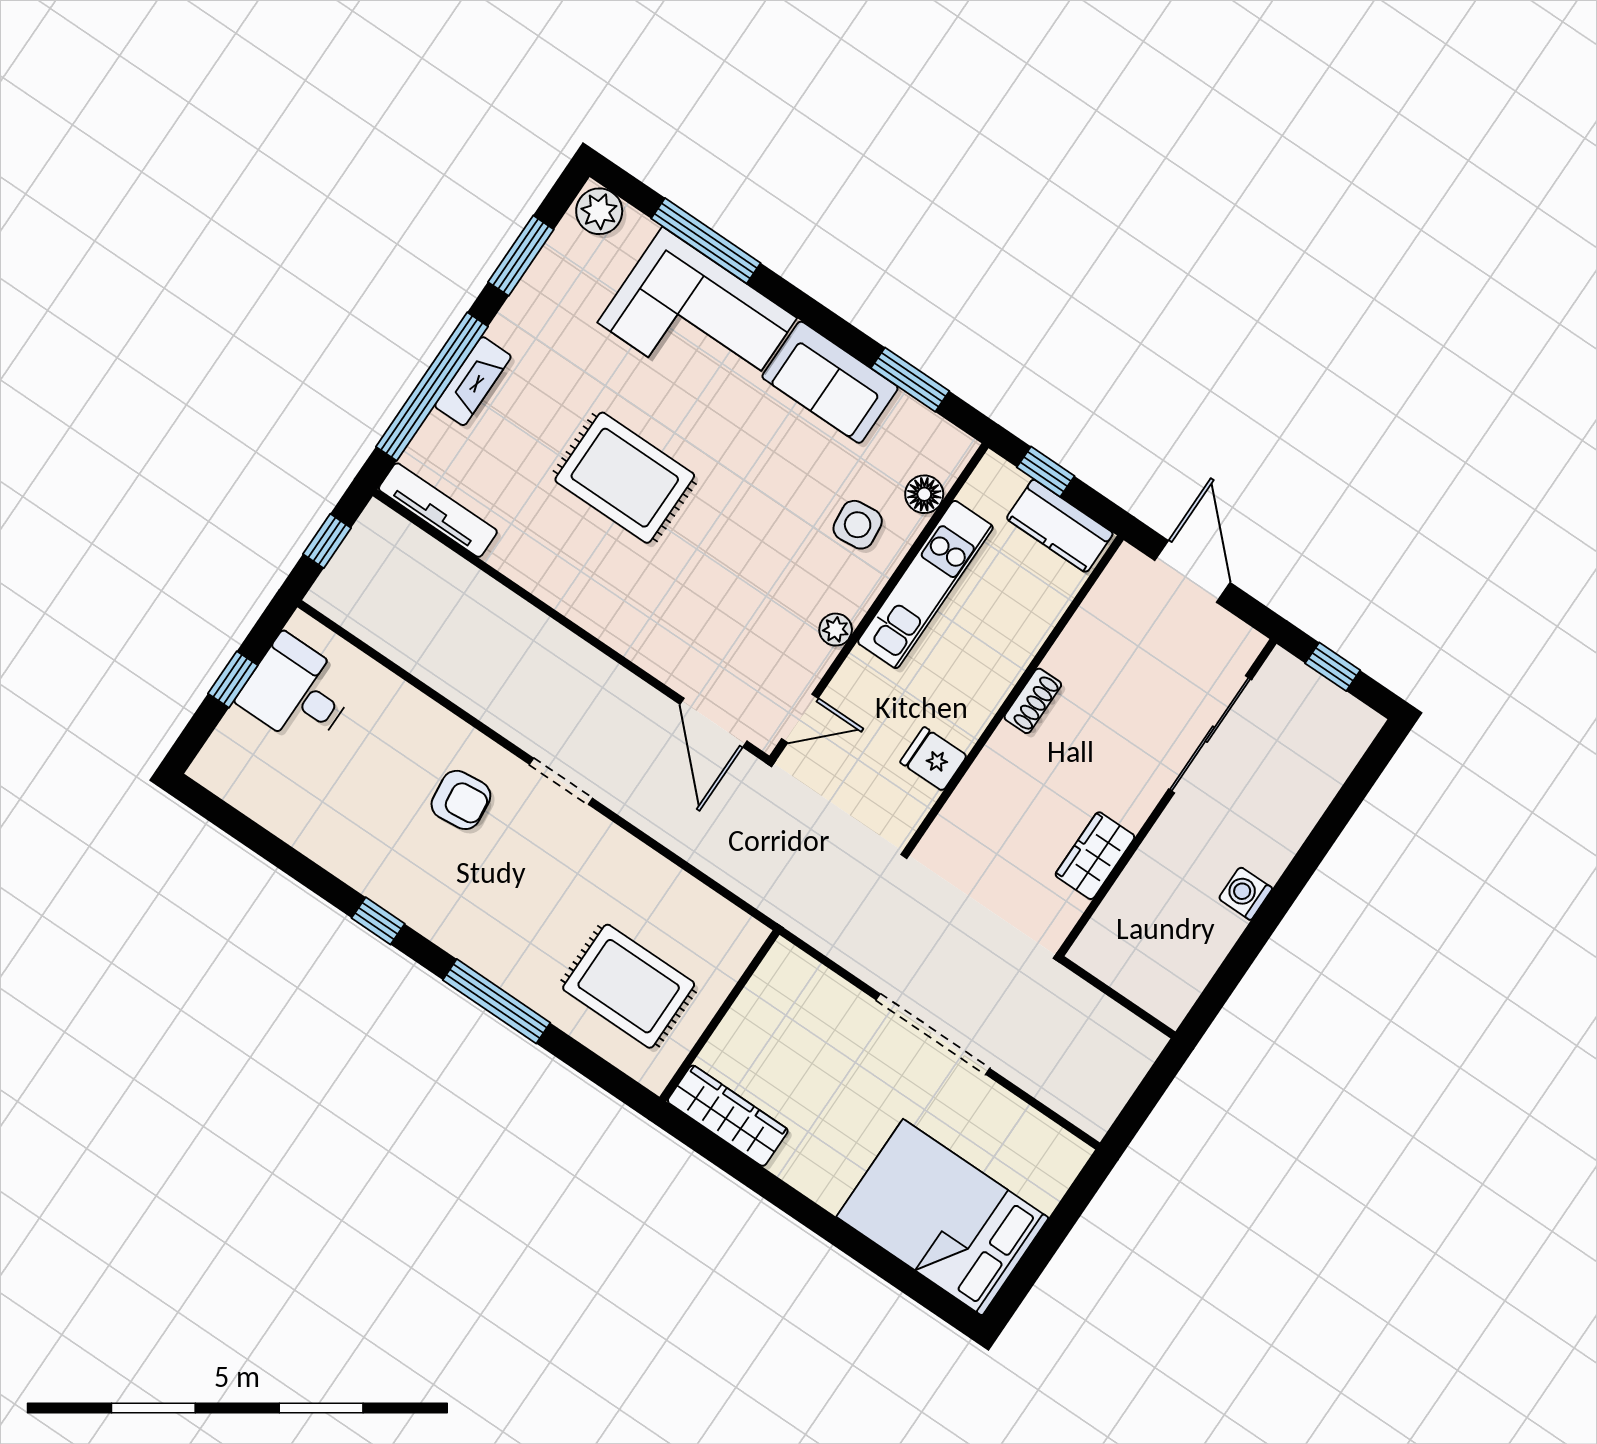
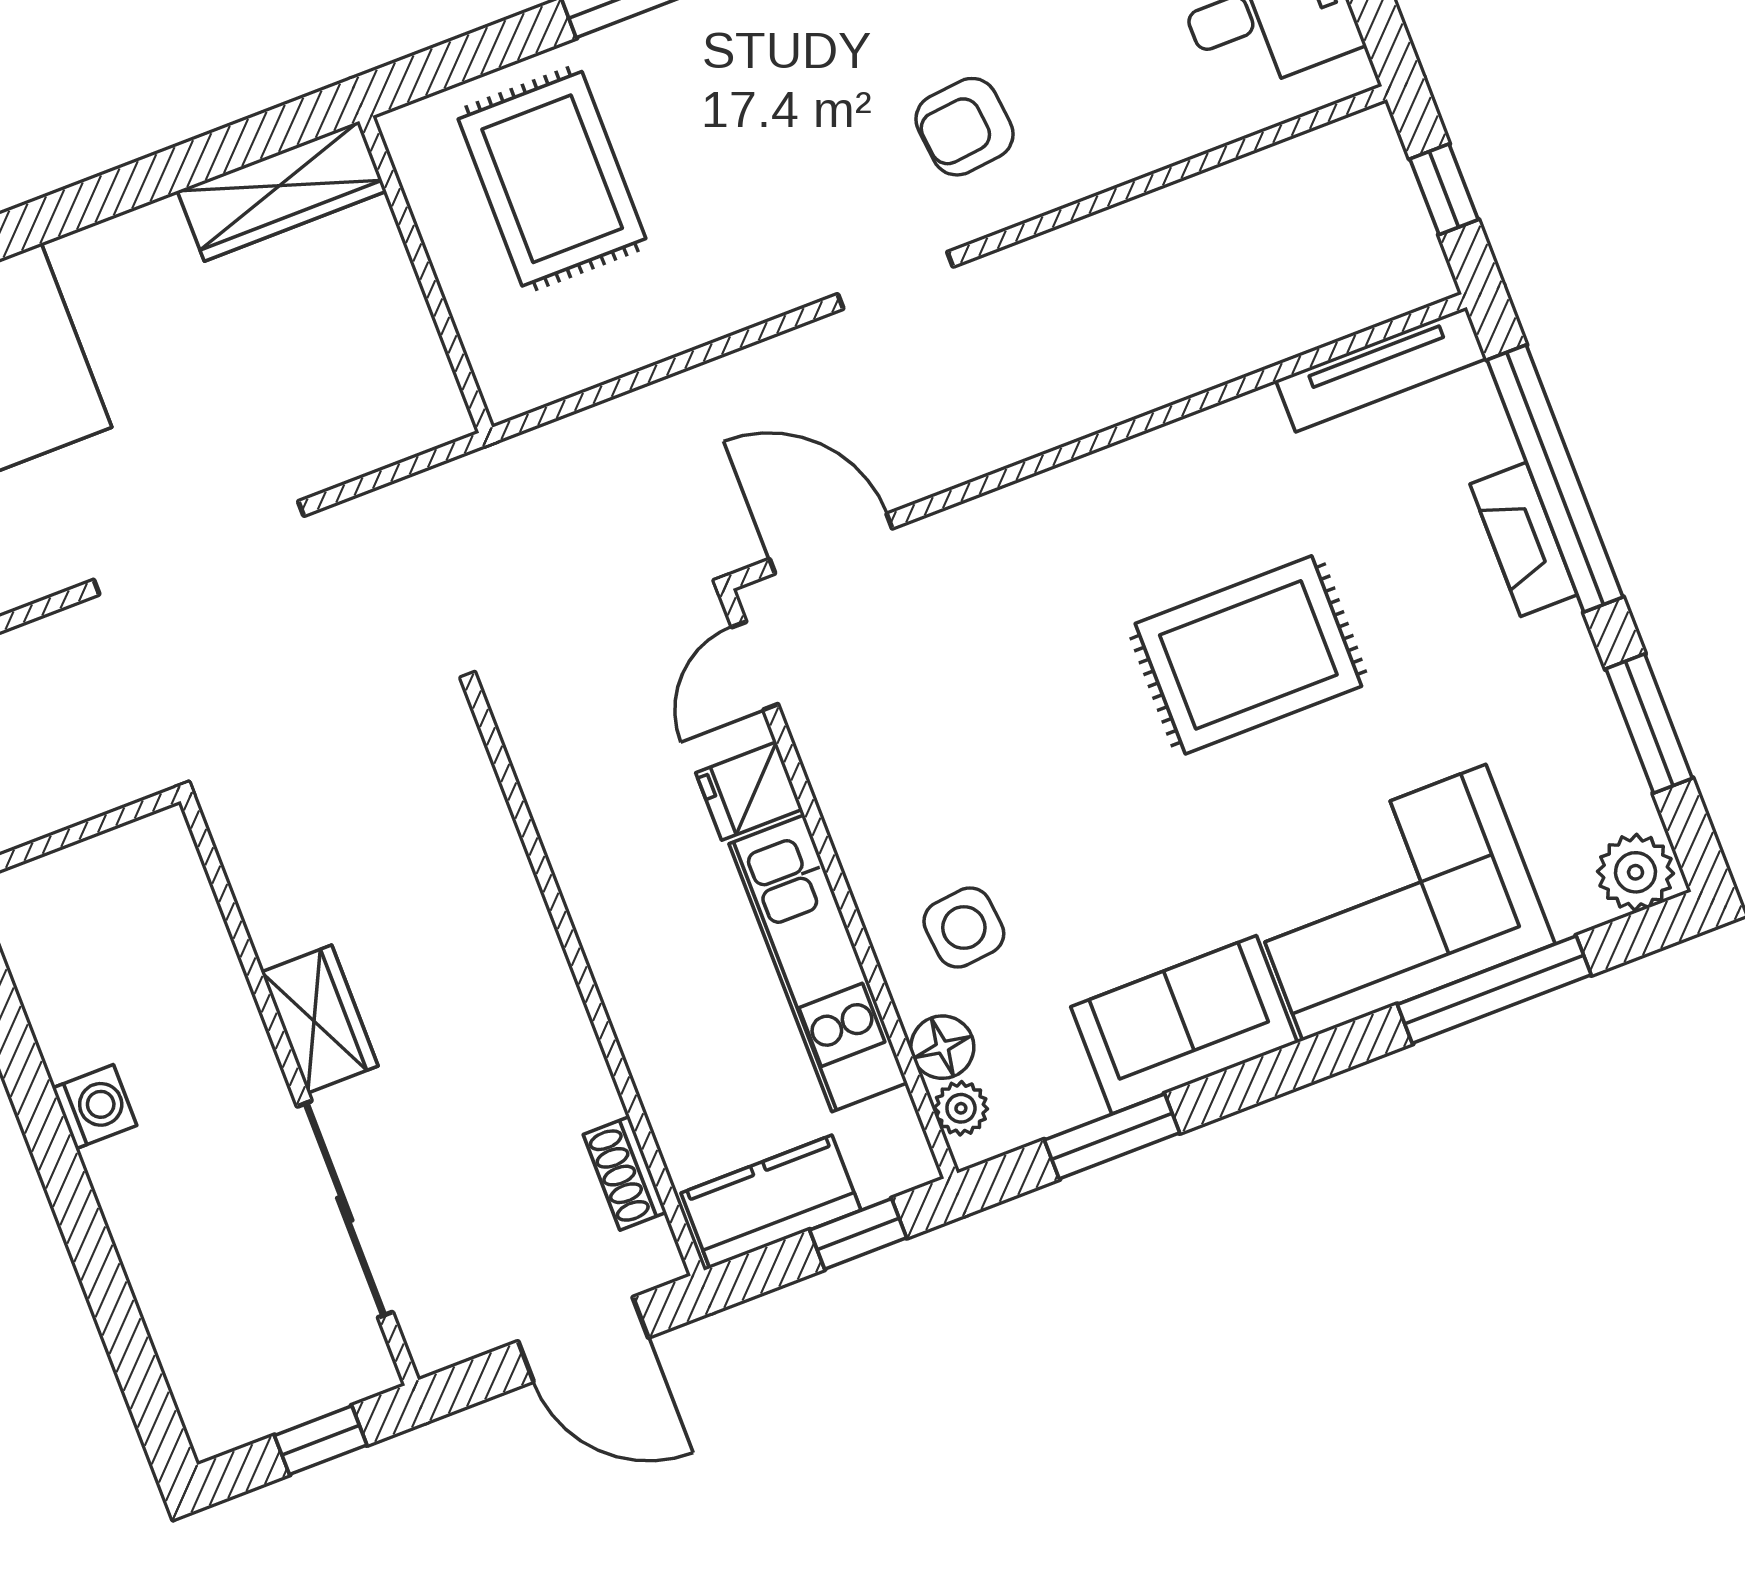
plant: (836, 630) -> (961, 1108), moved
shoe rack: (1033, 701) -> (625, 1173), moved
fridge: (933, 759) -> (749, 791), moved, turned 180
wardrobe: (1095, 856) -> (320, 1019), moved
rug: (629, 986) -> (552, 179), turned 90

